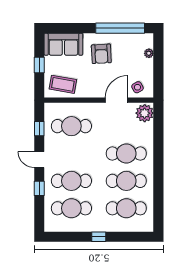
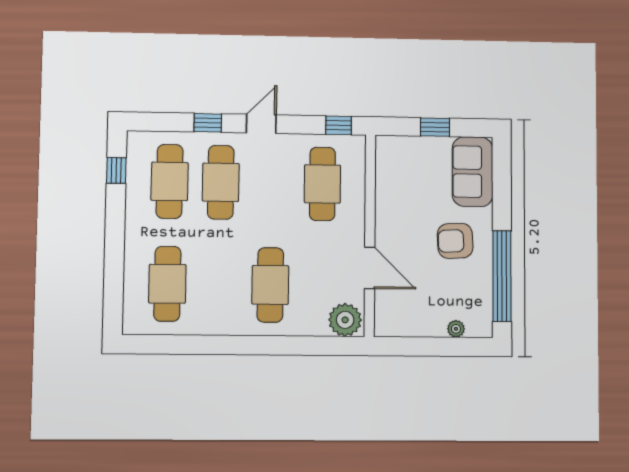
coffee table: (63, 84) -> (399, 170), removed
side table: (137, 87) -> (393, 307), removed
window: (39, 129) -> (339, 125), moved
cafe table: (126, 181) -> (219, 284), removed
window: (99, 237) -> (116, 170), moved

